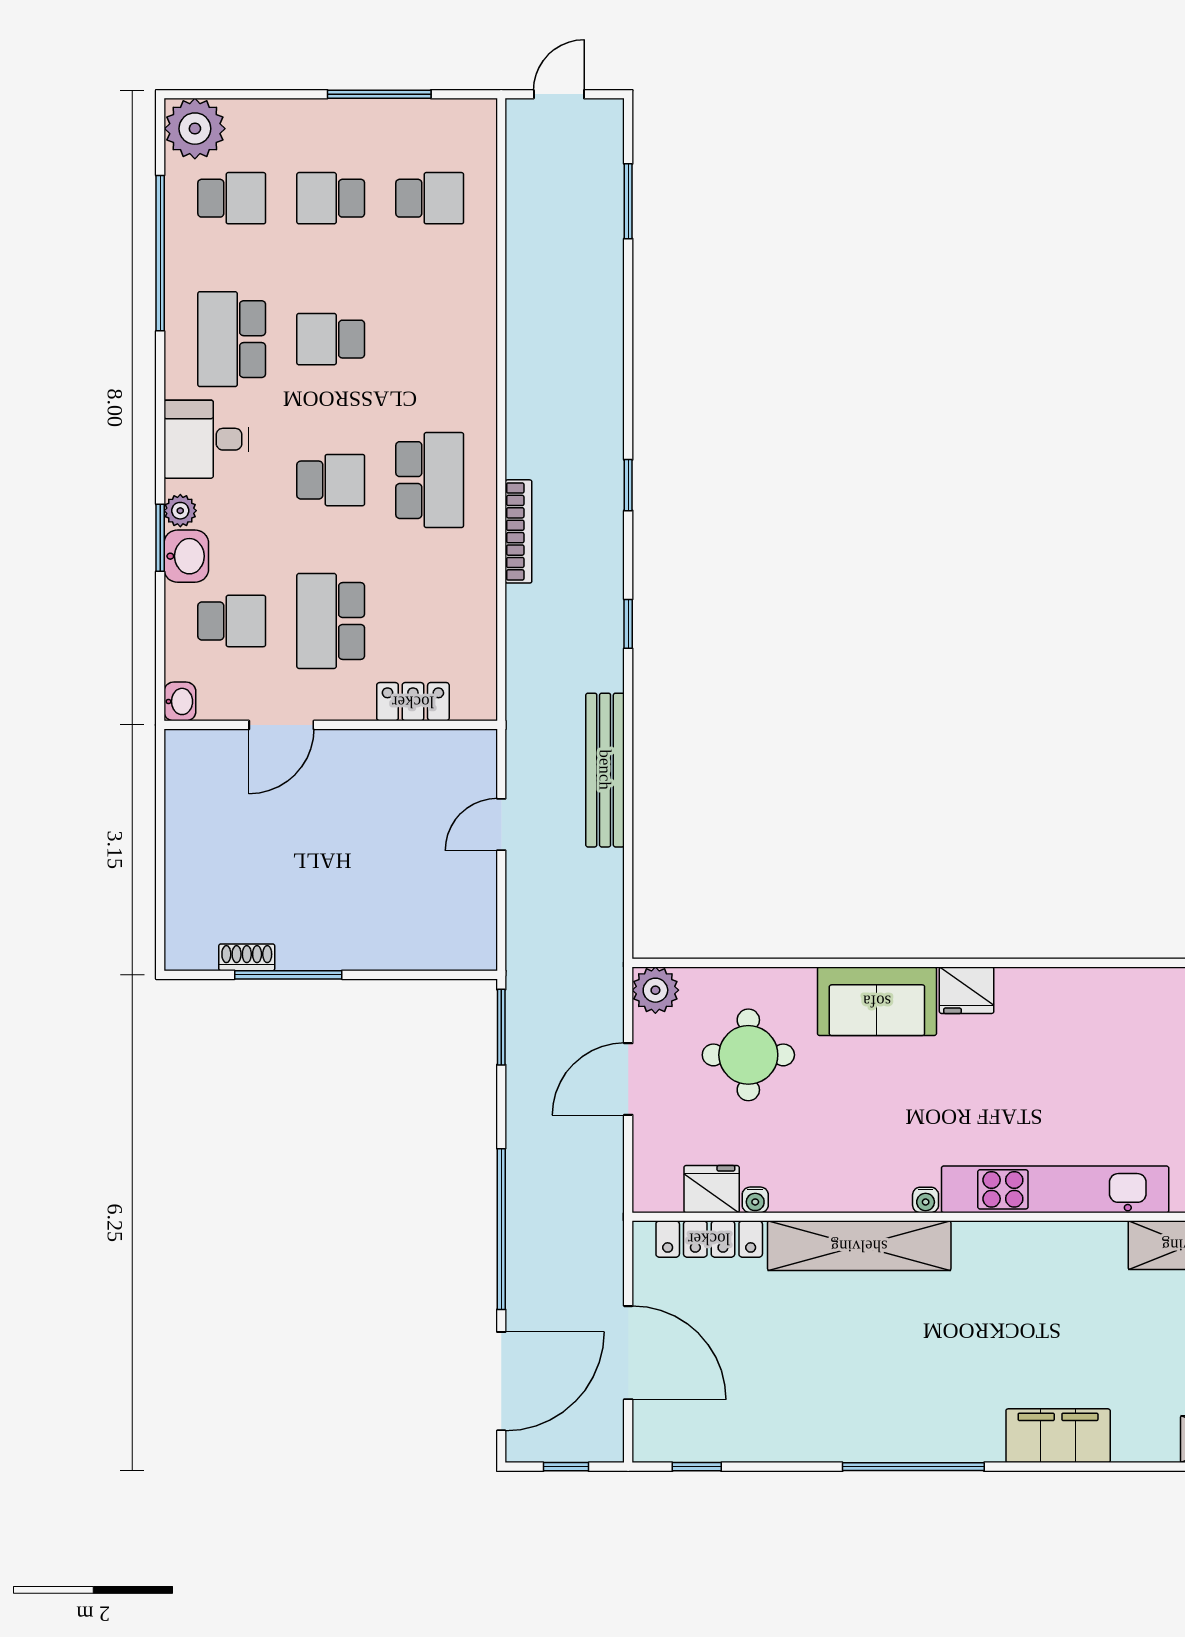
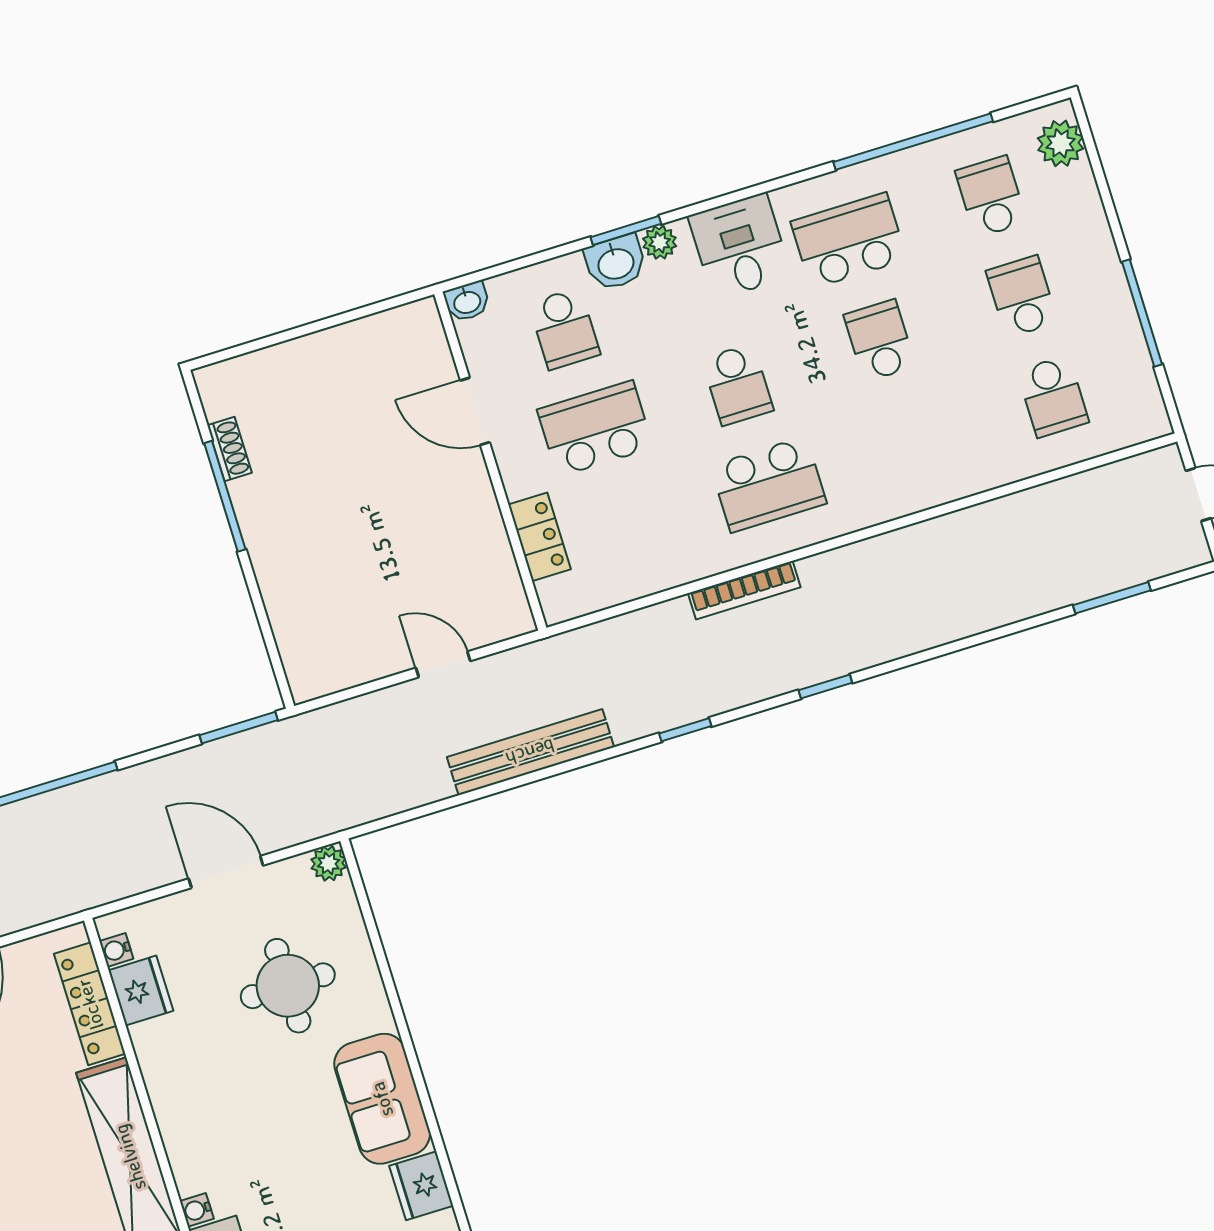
plant: (195, 129) -> (1061, 143), width x0.73, depth x0.73
school desk: (232, 198) -> (991, 197), turned 180
plant: (655, 990) -> (329, 863), width x0.73, depth x0.73
water cooler: (755, 1200) -> (116, 950), moved

